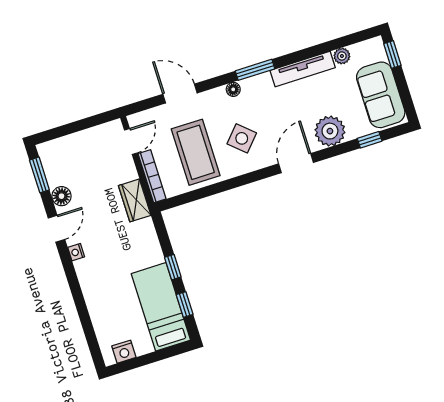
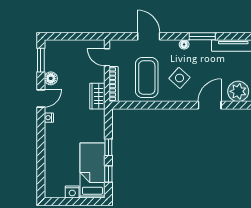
door: (131, 142) -> (107, 57), swing flipped
nightstand: (124, 352) -> (72, 192), moved

